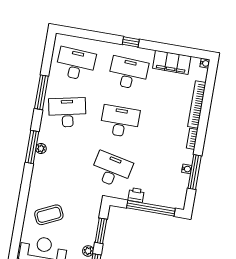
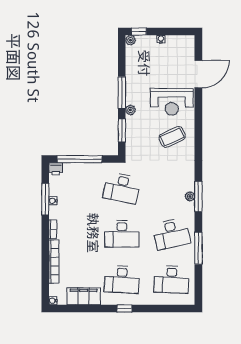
printer: (136, 195) -> (56, 169), moved

